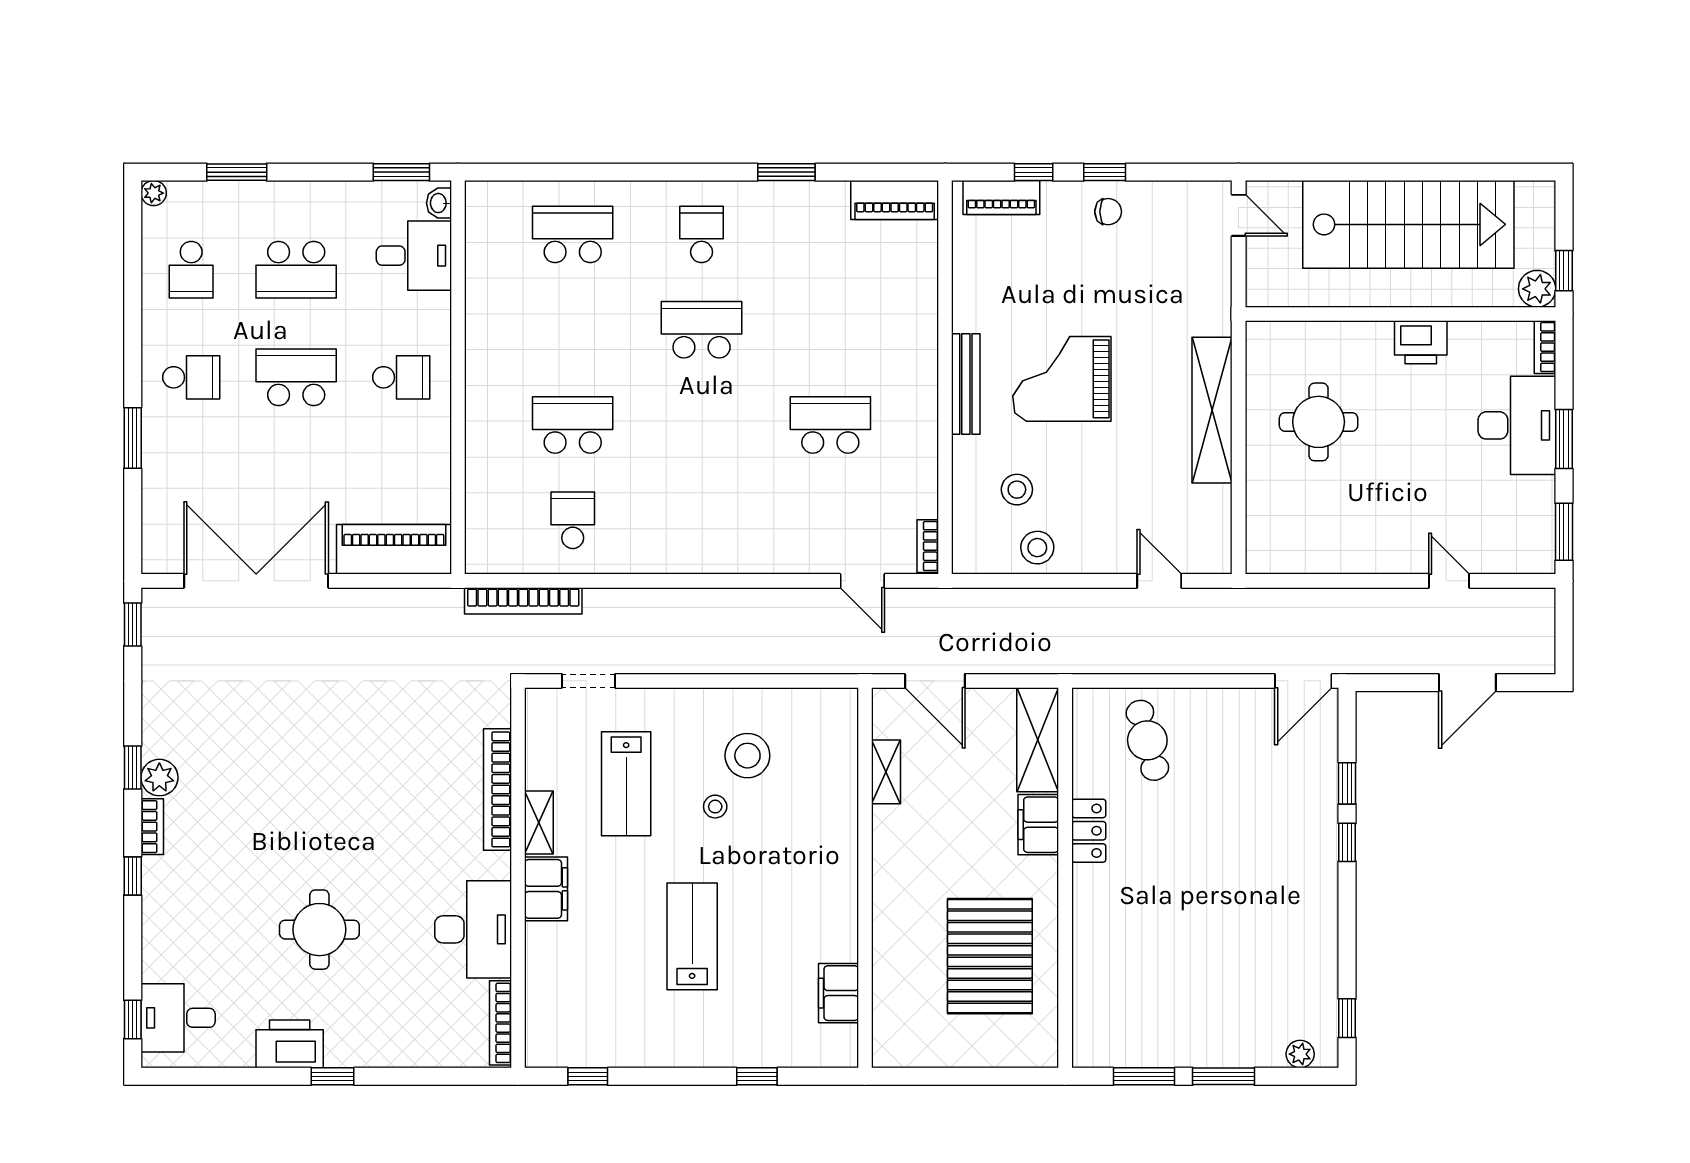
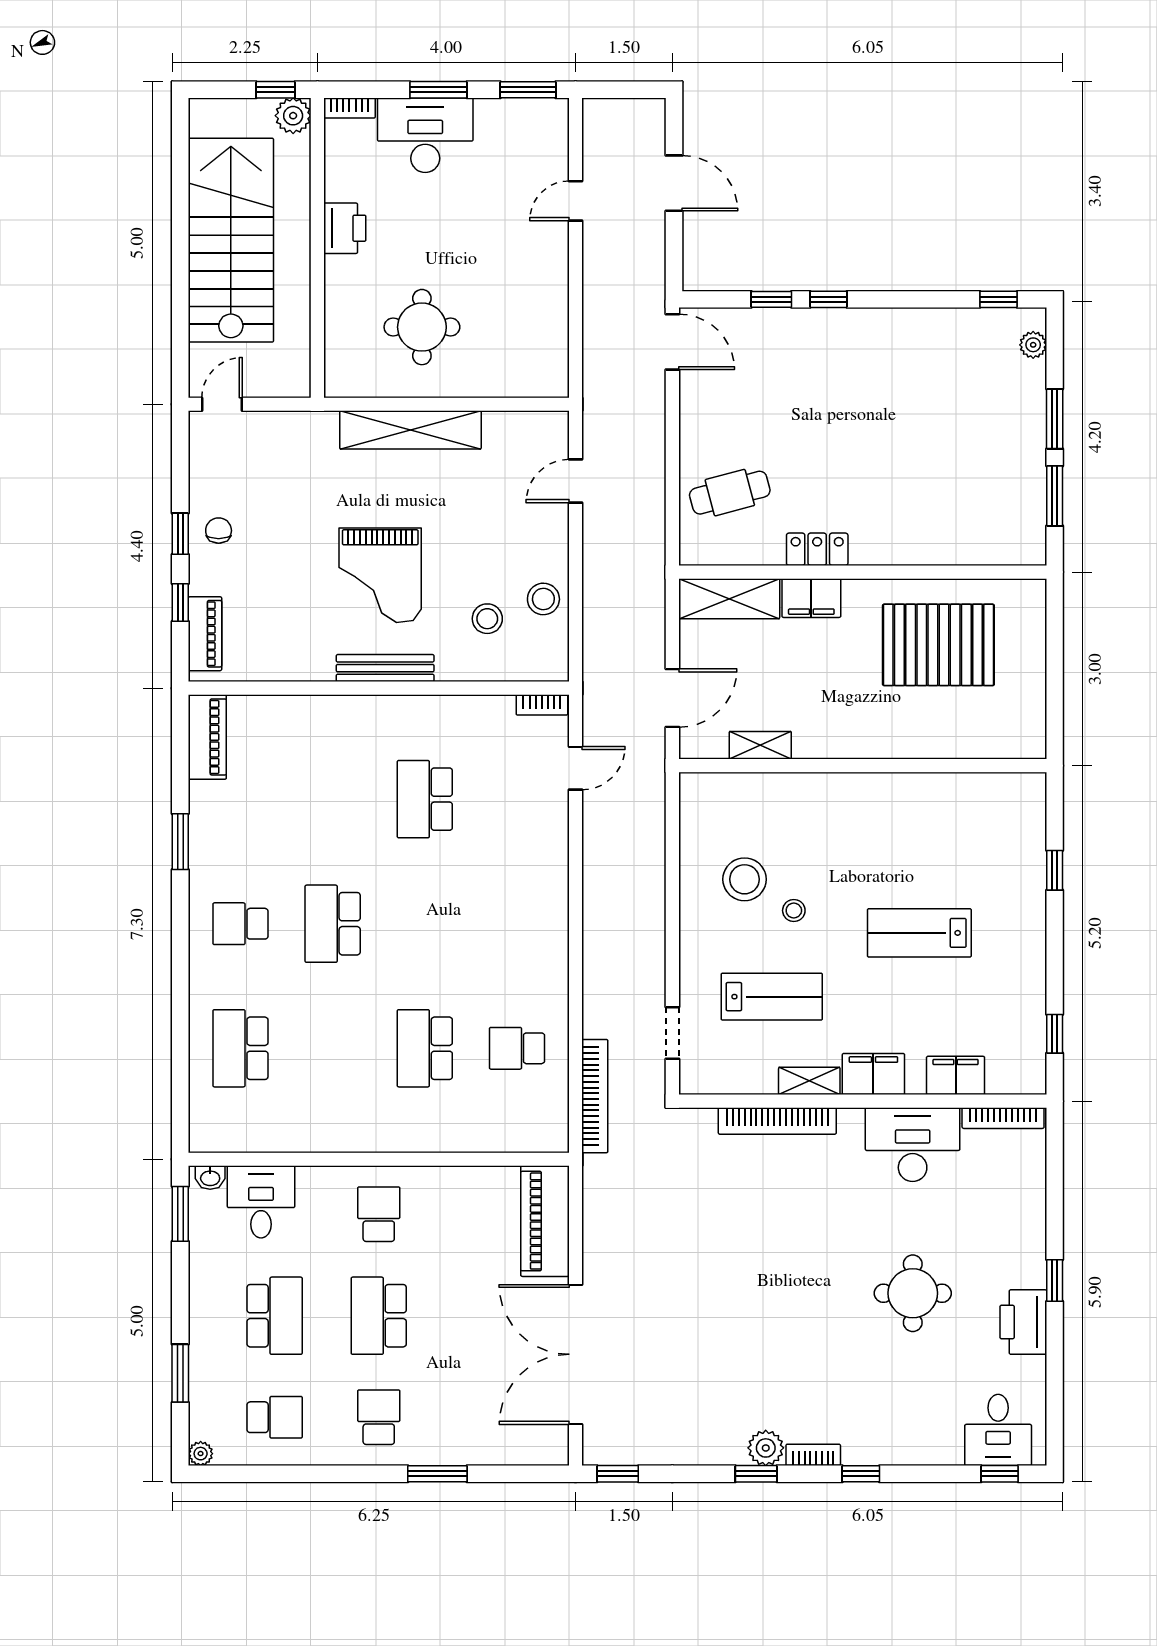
filing cabinet: (838, 993) -> (956, 1075), moved, turned 180

